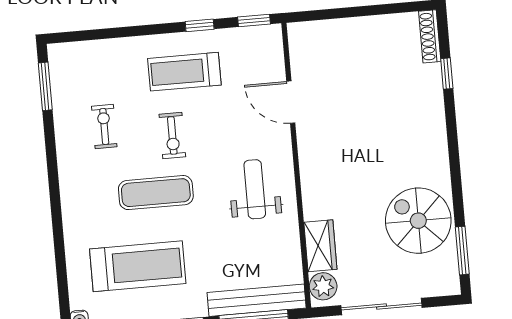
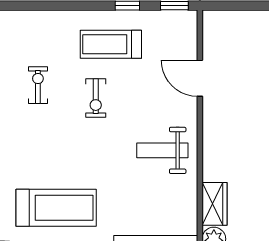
weight bench: (255, 189) -> (162, 150), turned -90
exercise mat: (156, 193) -> (77, 146), removed

